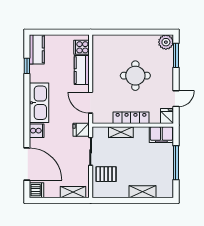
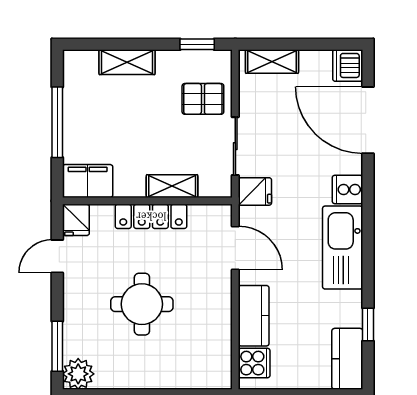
window: (109, 200) -> (197, 44), added

